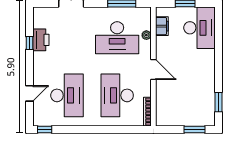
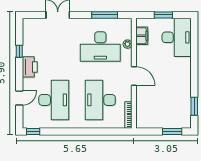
printer: (41, 40) -> (30, 67), moved

